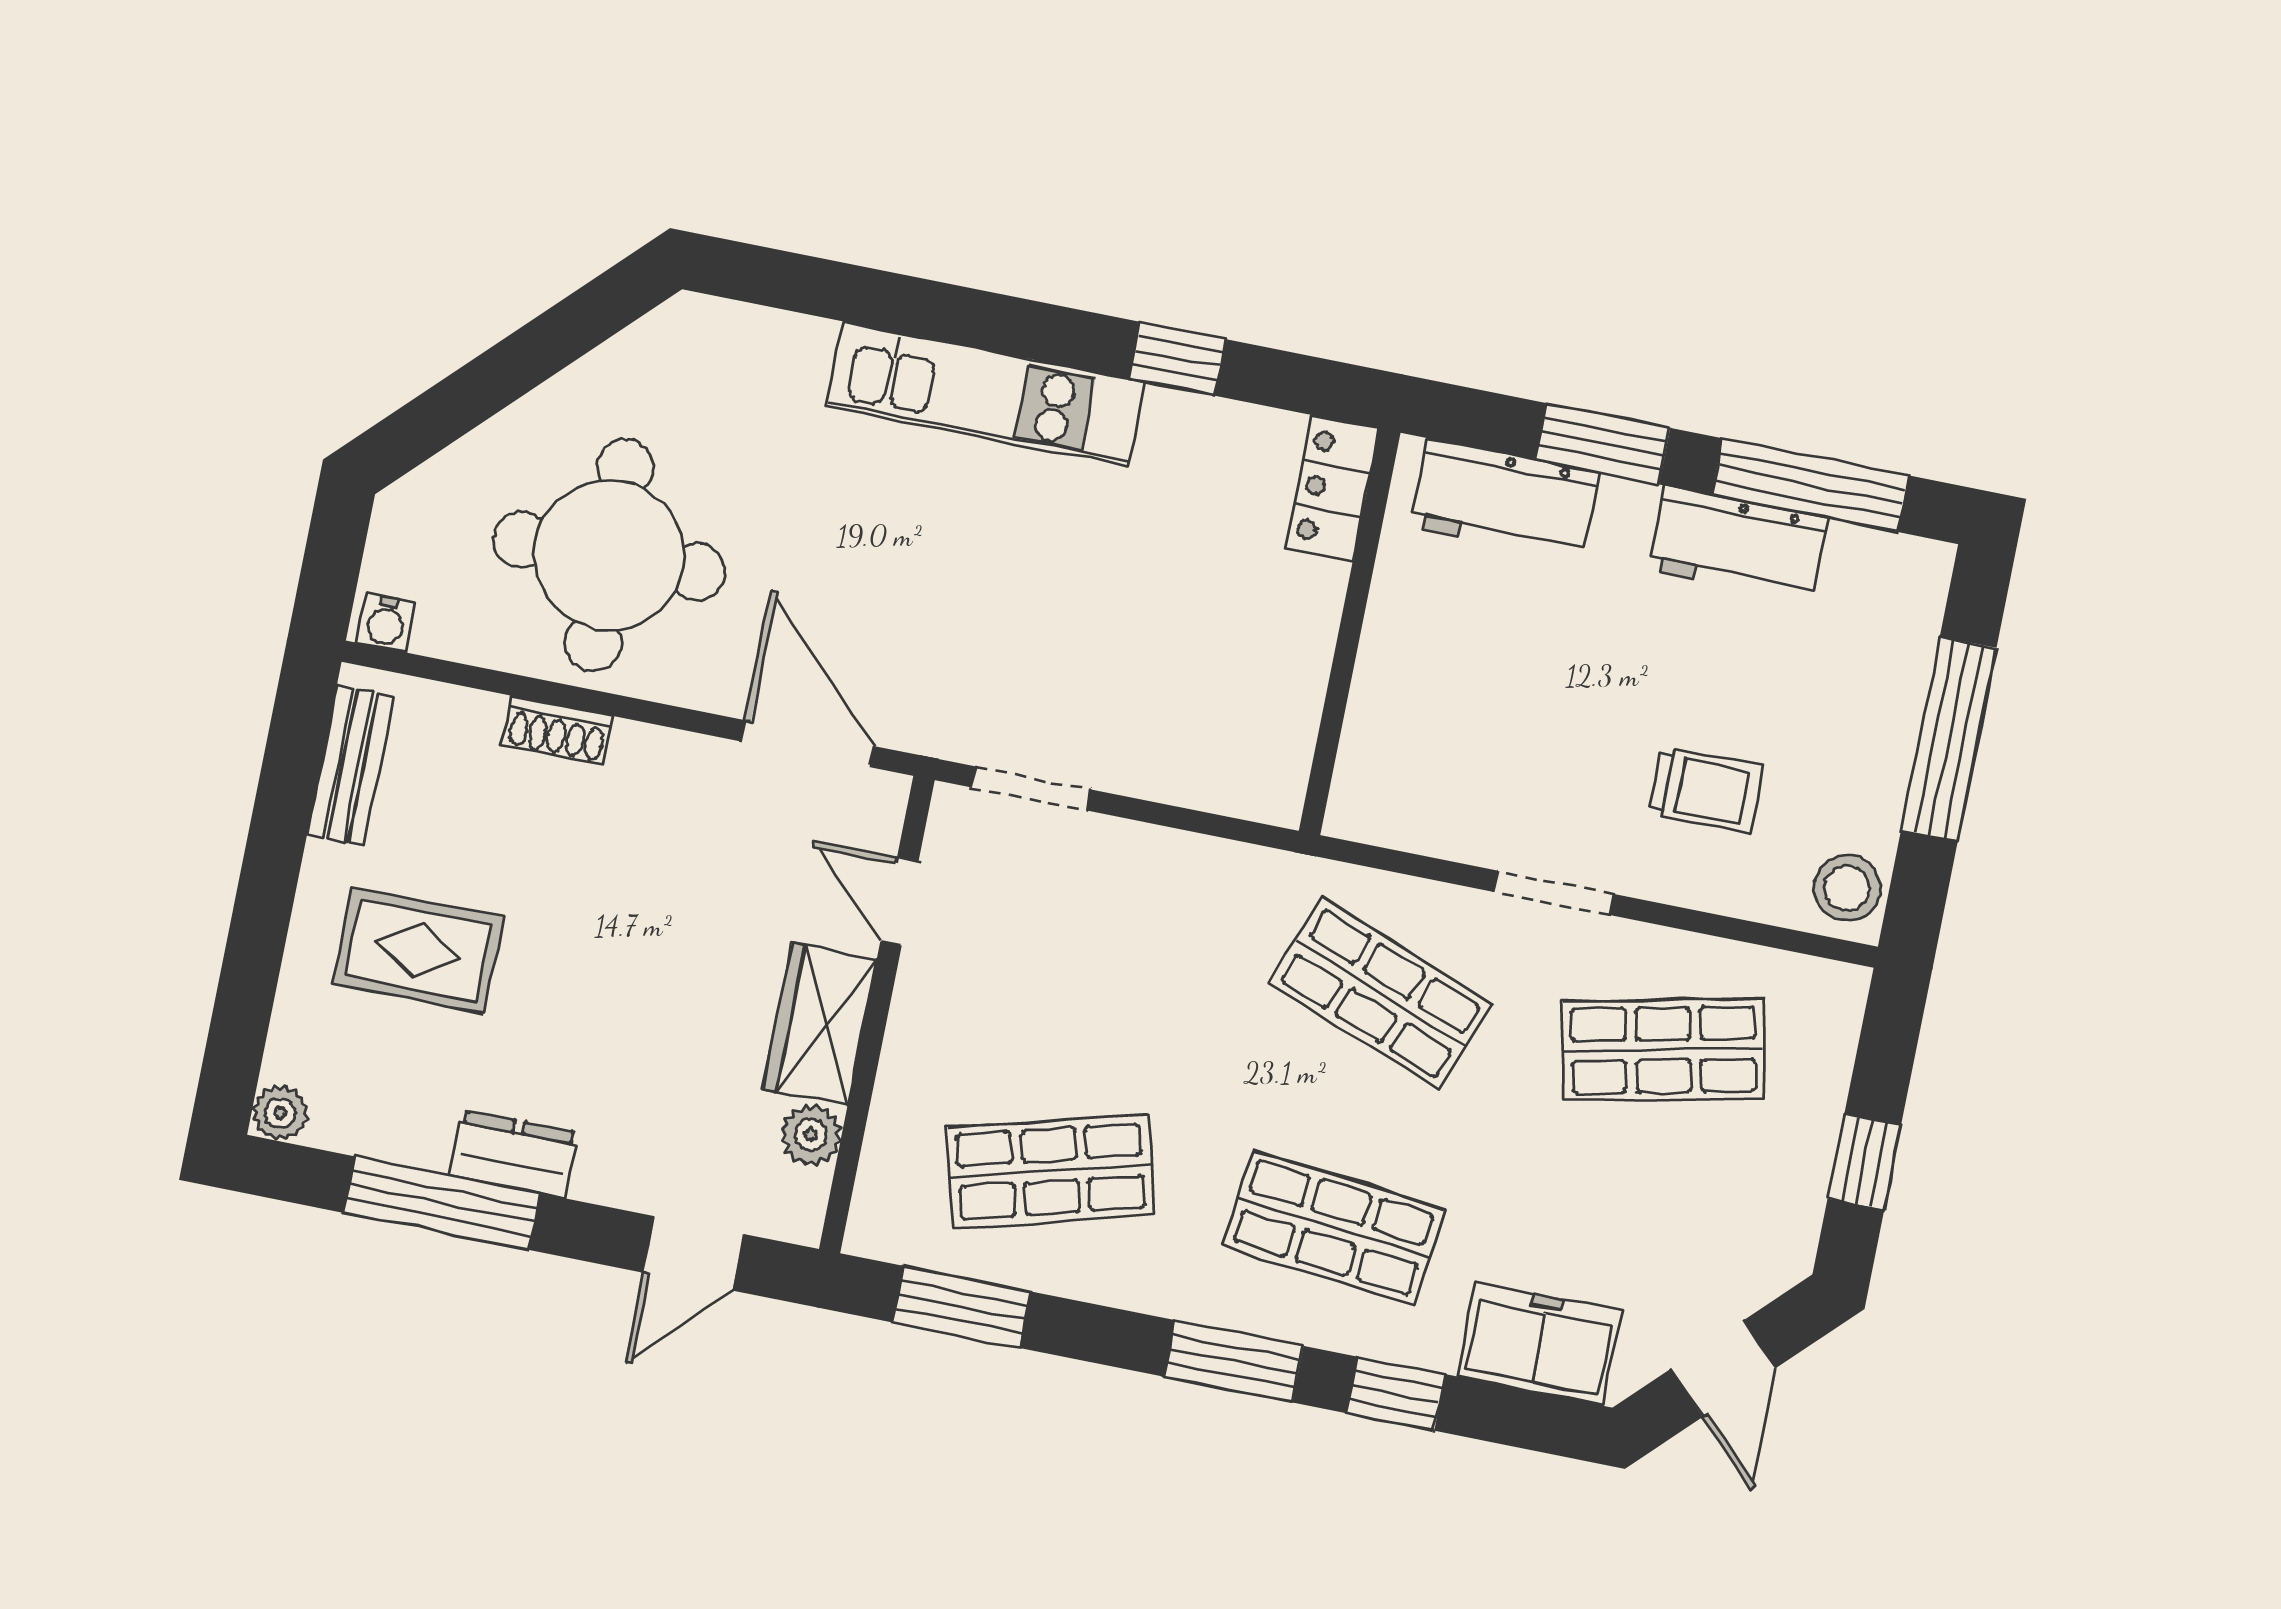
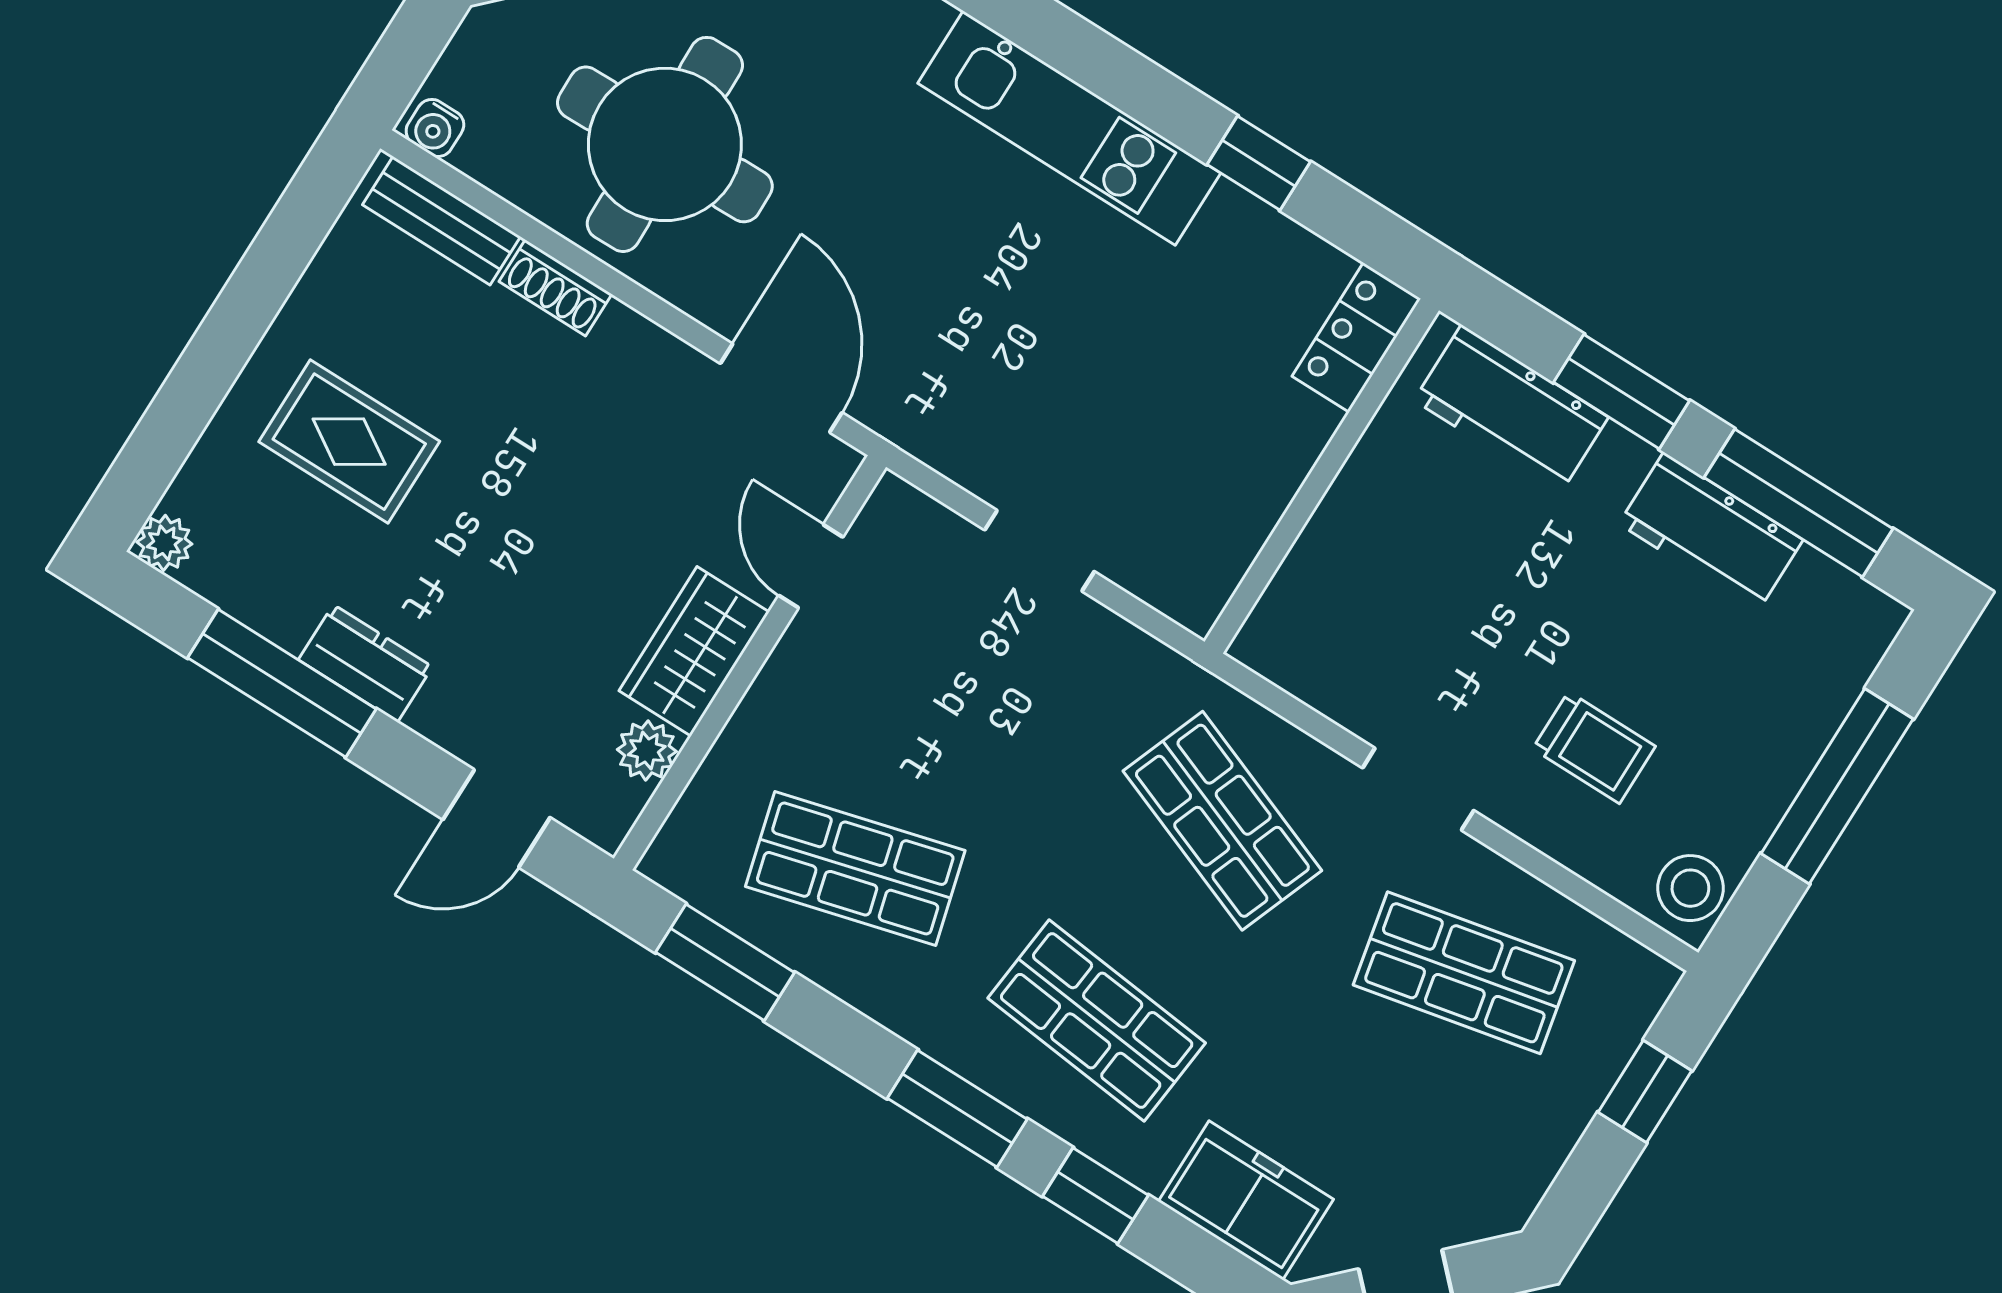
bench: (350, 766) -> (441, 221), moved, turned 90
doorway: (1031, 788) -> (1040, 551), moved
window: (1864, 1162) -> (1645, 1092), moved

